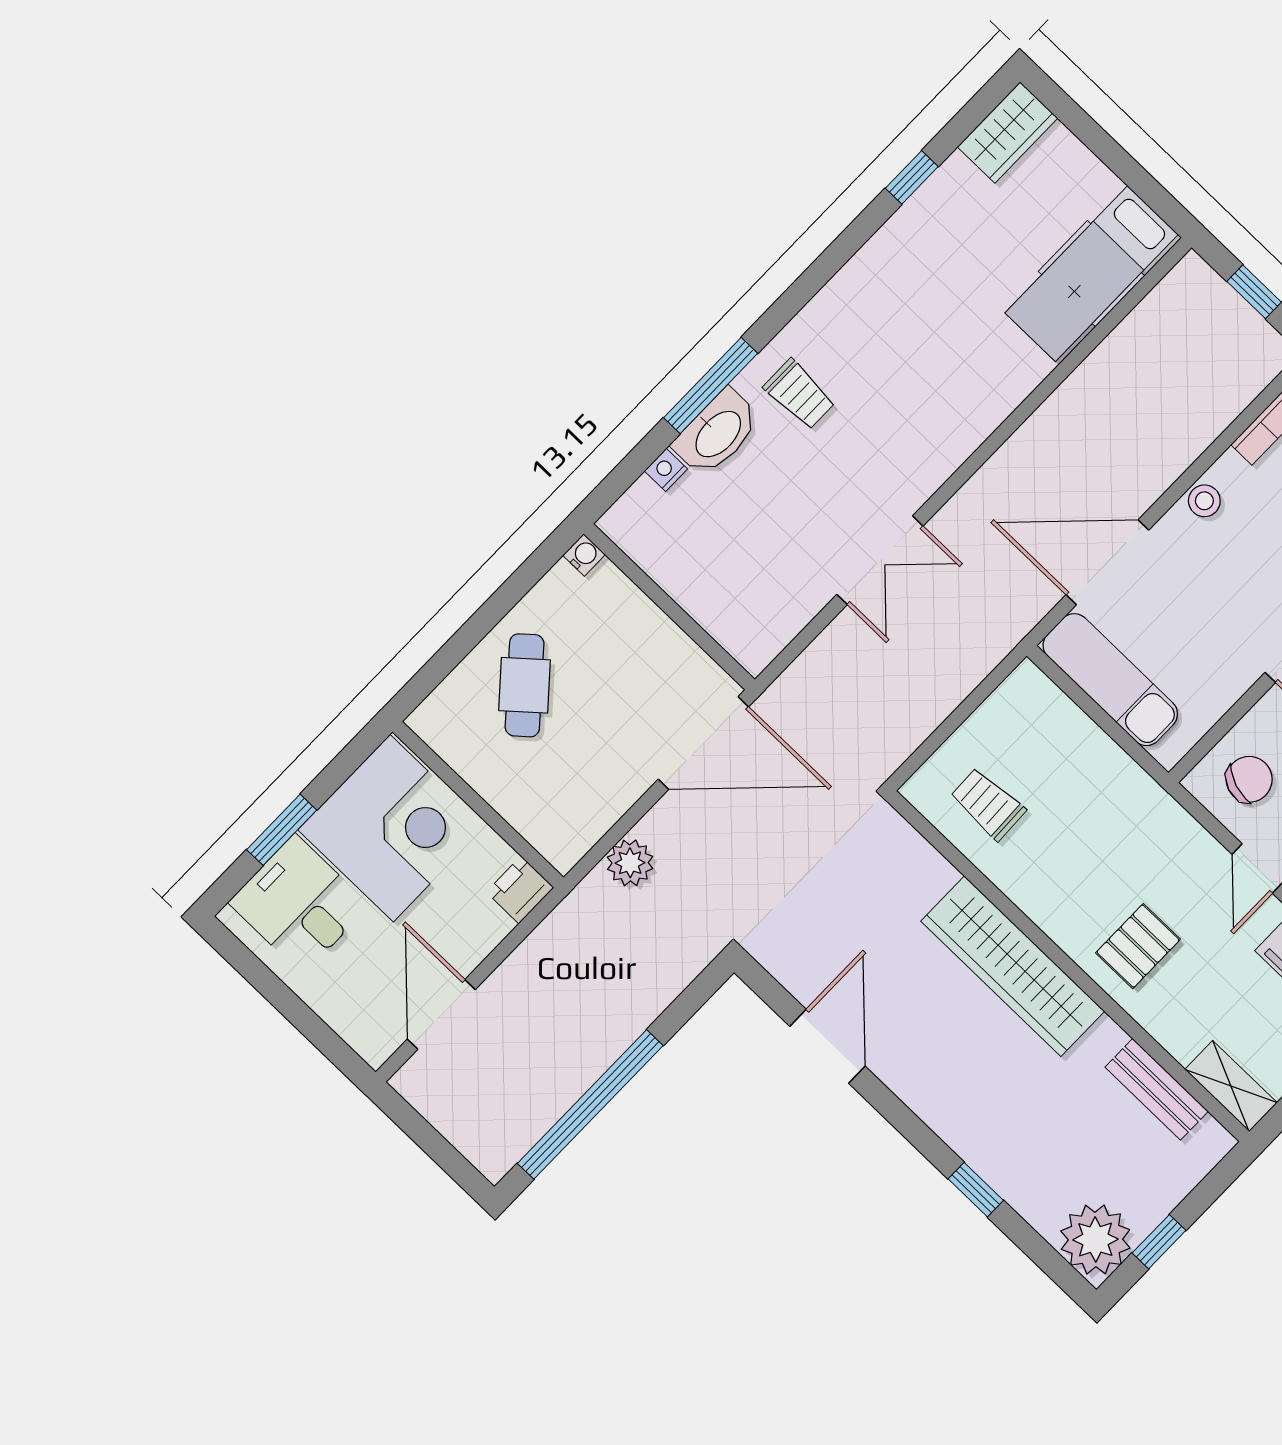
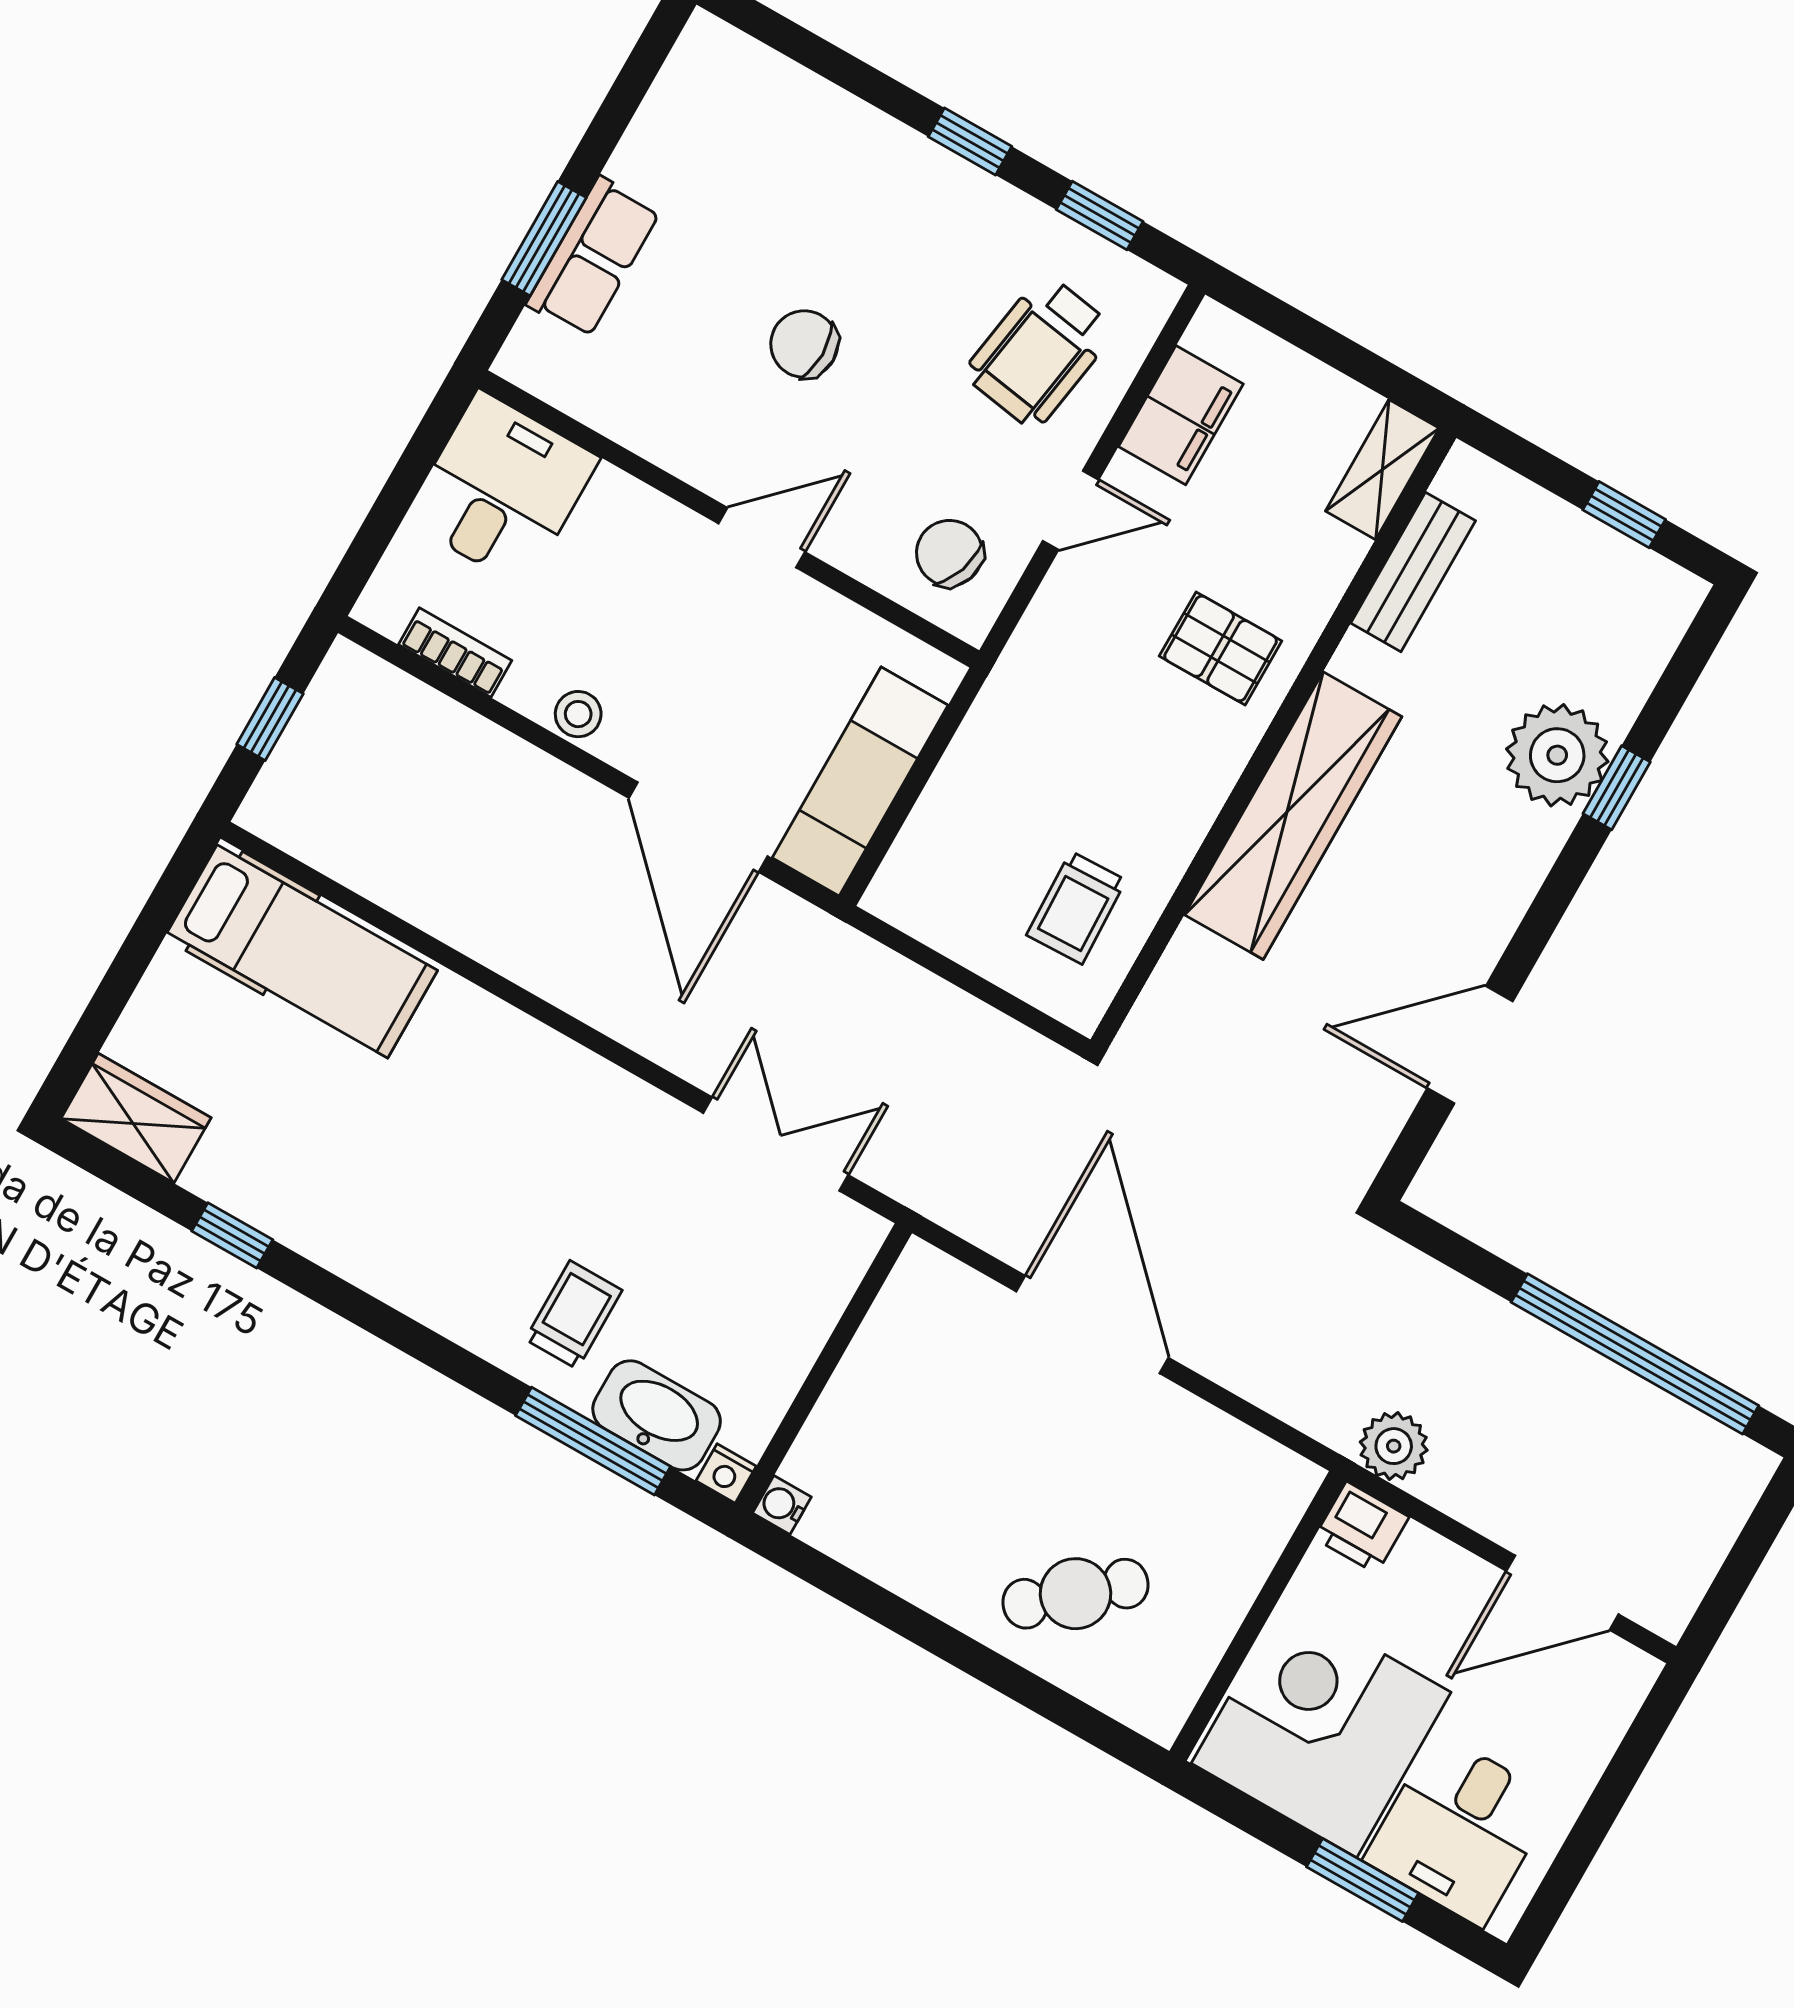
water cooler: (584, 555) -> (782, 1505), moved
wall: (669, 607) -> (824, 1368), moved
plant: (630, 863) -> (1394, 1446), moved
plant: (1095, 1239) -> (1557, 755), moved

